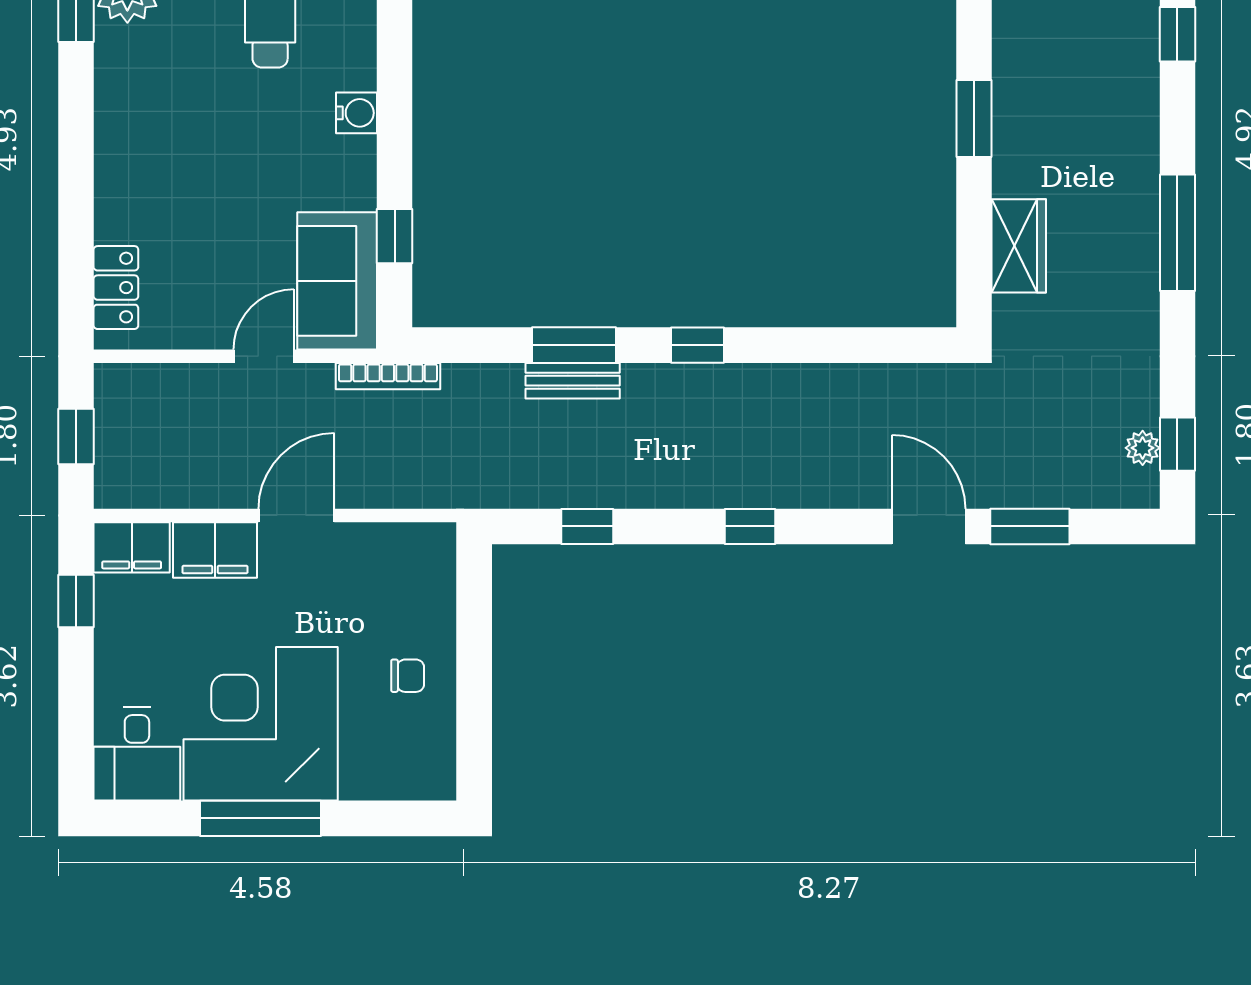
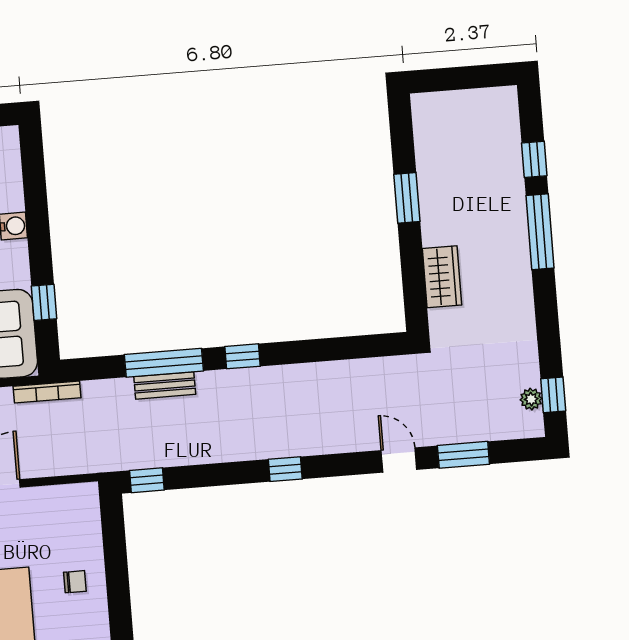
window: (1177, 34) -> (534, 159), moved
window: (1177, 233) -> (540, 232), moved
window: (574, 345) -> (164, 363), width x1.44
window: (587, 526) -> (147, 480), moved
door: (929, 526) -> (399, 460), width x0.73

